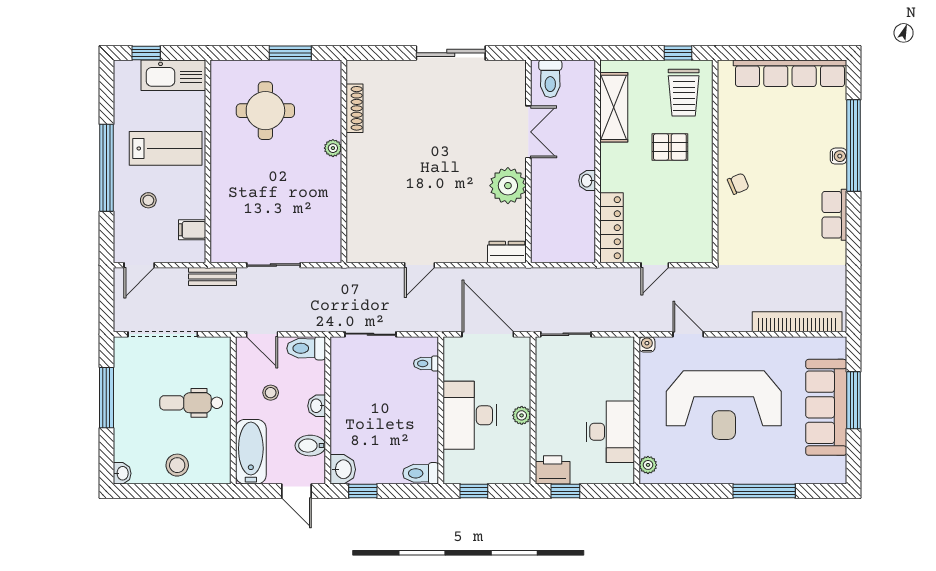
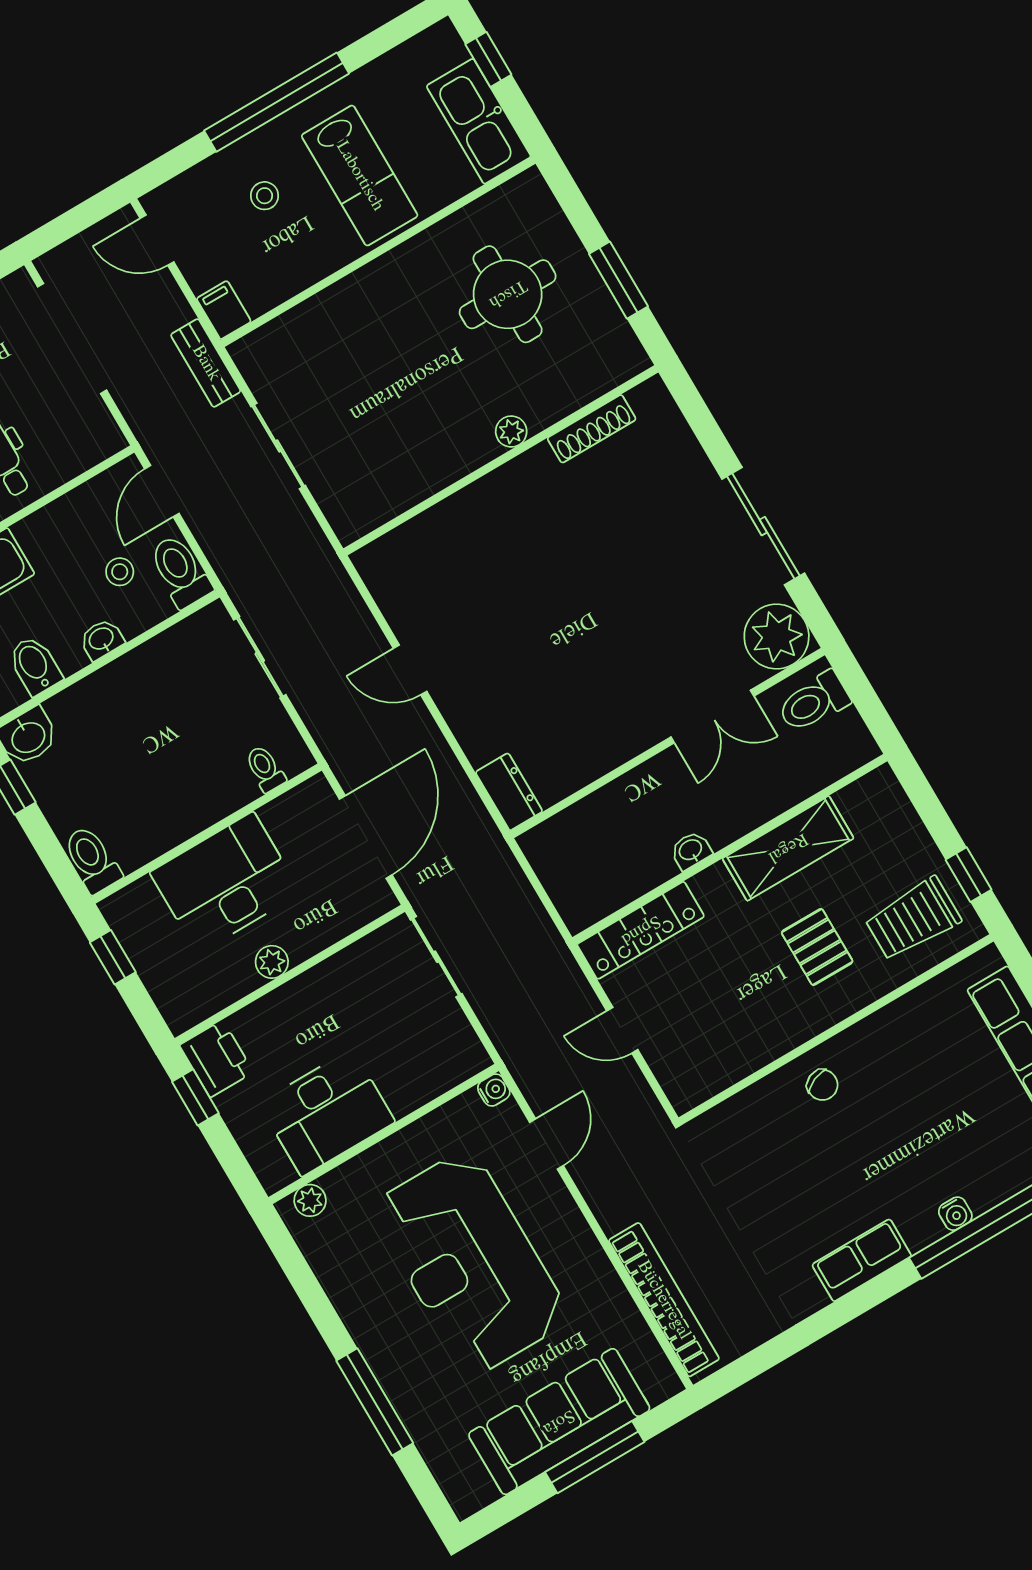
shelving: (614, 107) -> (788, 848), moved
plant: (508, 186) -> (777, 636), moved
filing cabinet: (192, 230) -> (224, 310), moved
stool: (271, 393) -> (120, 572), moved

